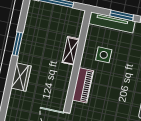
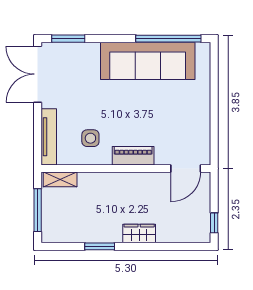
window: (122, 15) -> (38, 127), removed
shelving: (71, 51) -> (60, 179), moved

